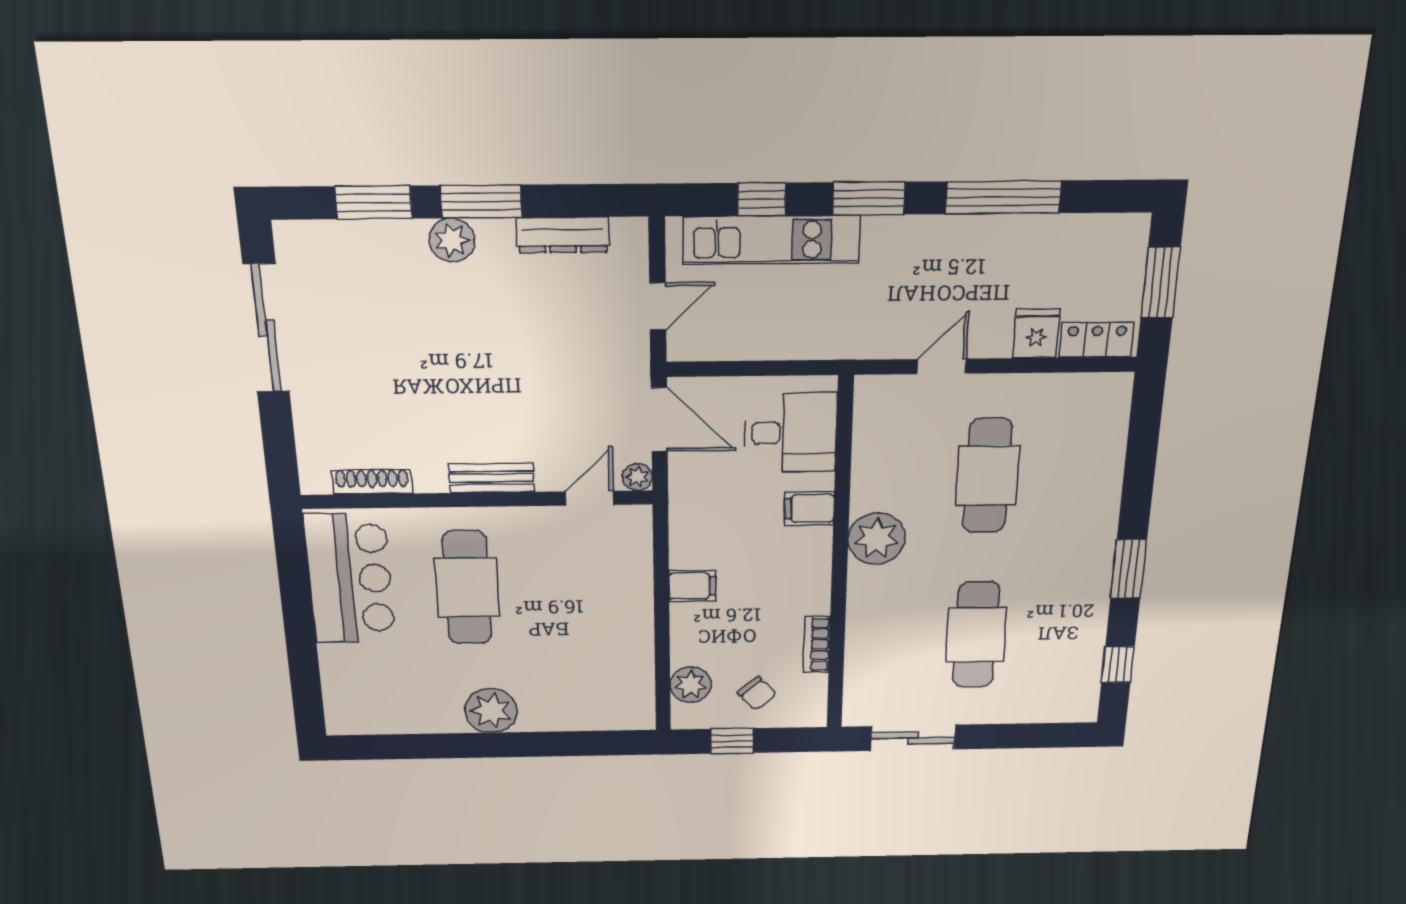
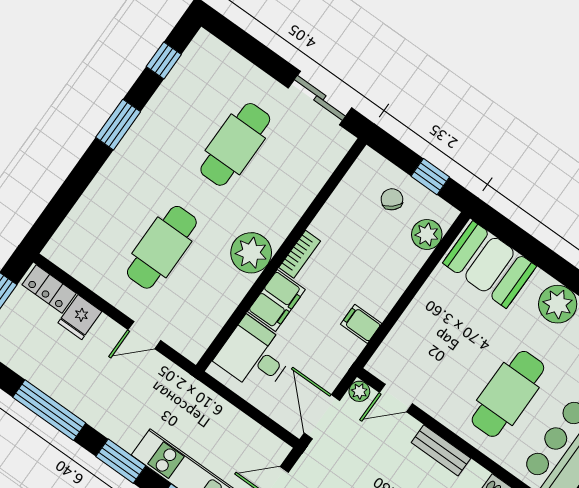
filing cabinet: (809, 508) -> (276, 301), width x2.00
filing cabinet: (692, 586) -> (361, 324), moved
bookcase: (817, 644) -> (300, 254), moved
booth: (598, 700) -> (490, 265), added

